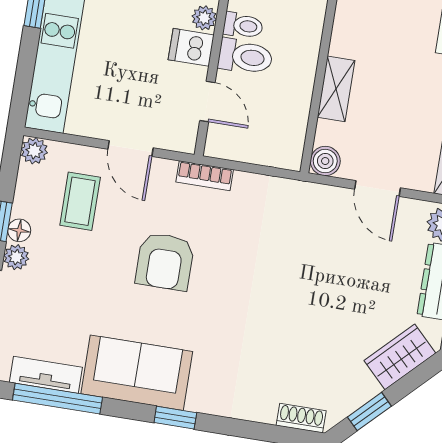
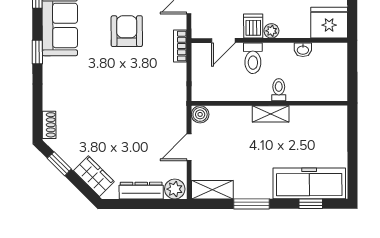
toilet: (243, 26) -> (279, 90), moved, turned 180
shelving: (336, 89) -> (271, 114), moved
armchair: (165, 262) -> (127, 31), turned 90

